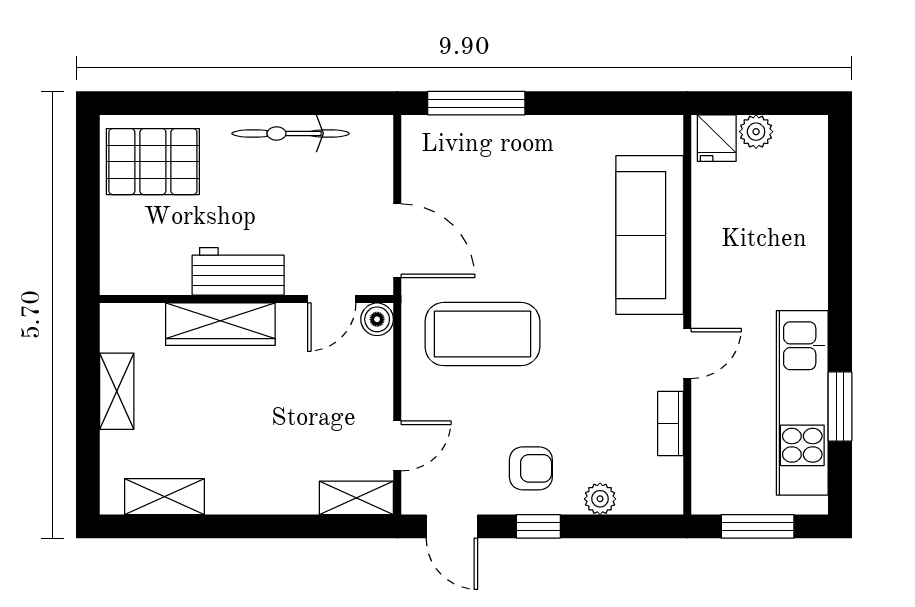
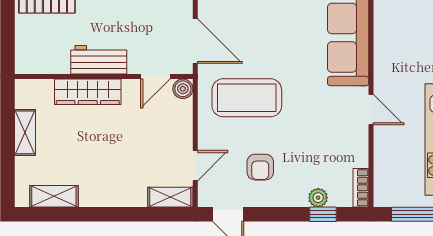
door: (687, 353) -> (371, 110), hinge flipped
bookcase: (670, 424) -> (361, 188), moved
armchair: (531, 468) -> (260, 167), moved, turned 90
window: (538, 526) -> (323, 214), moved

